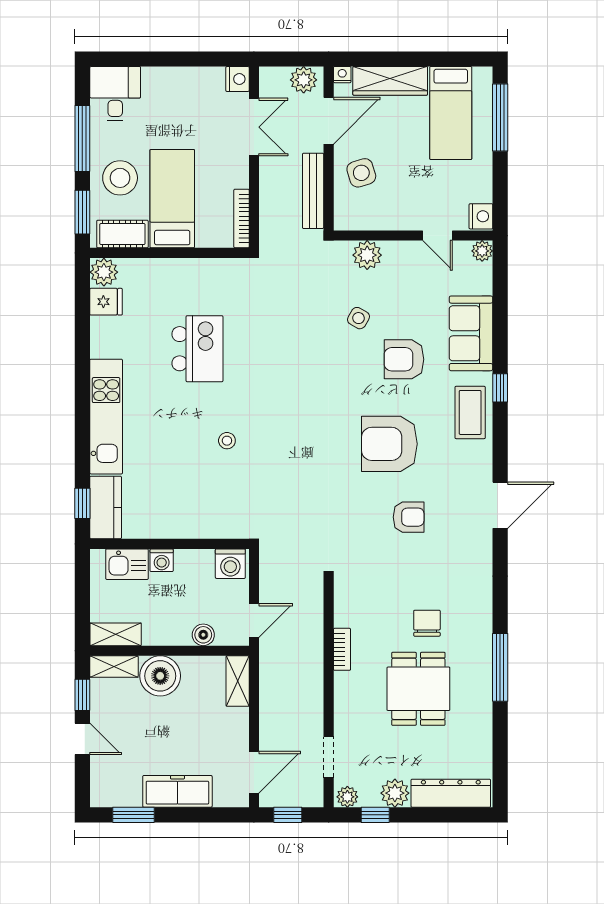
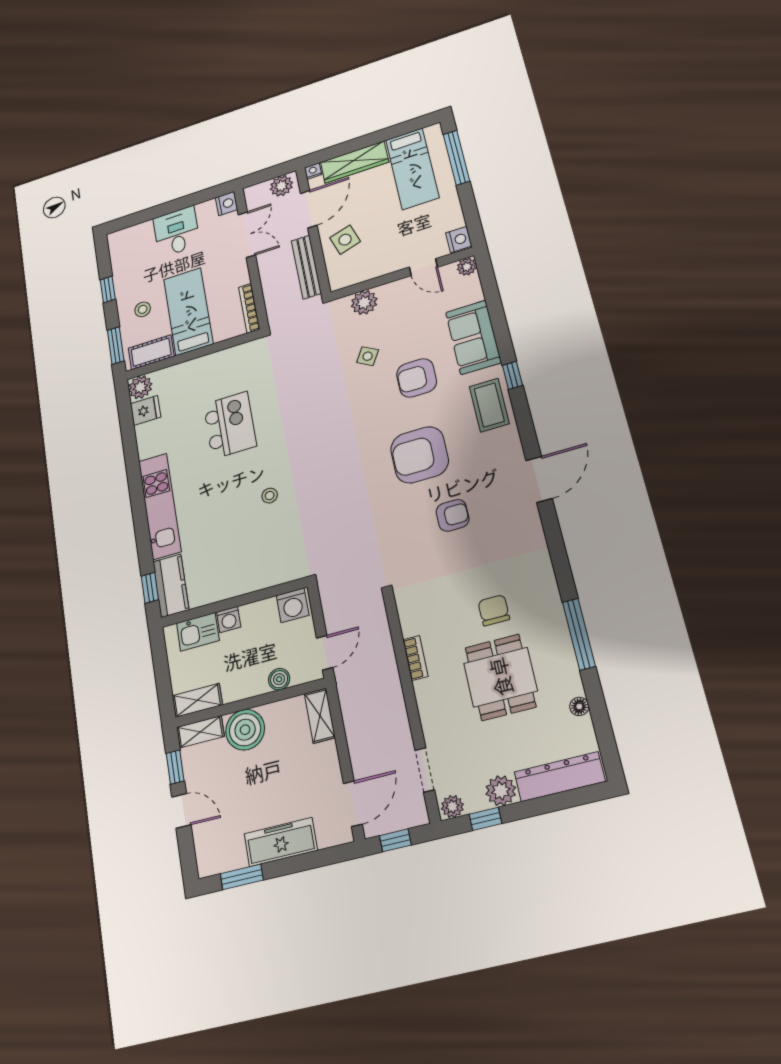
desk: (115, 94) -> (176, 232), moved
window: (82, 138) -> (108, 289), width x0.46
stool: (120, 178) -> (143, 309), width x0.53, depth x0.53
floor lamp: (484, 734) -> (579, 706), added

